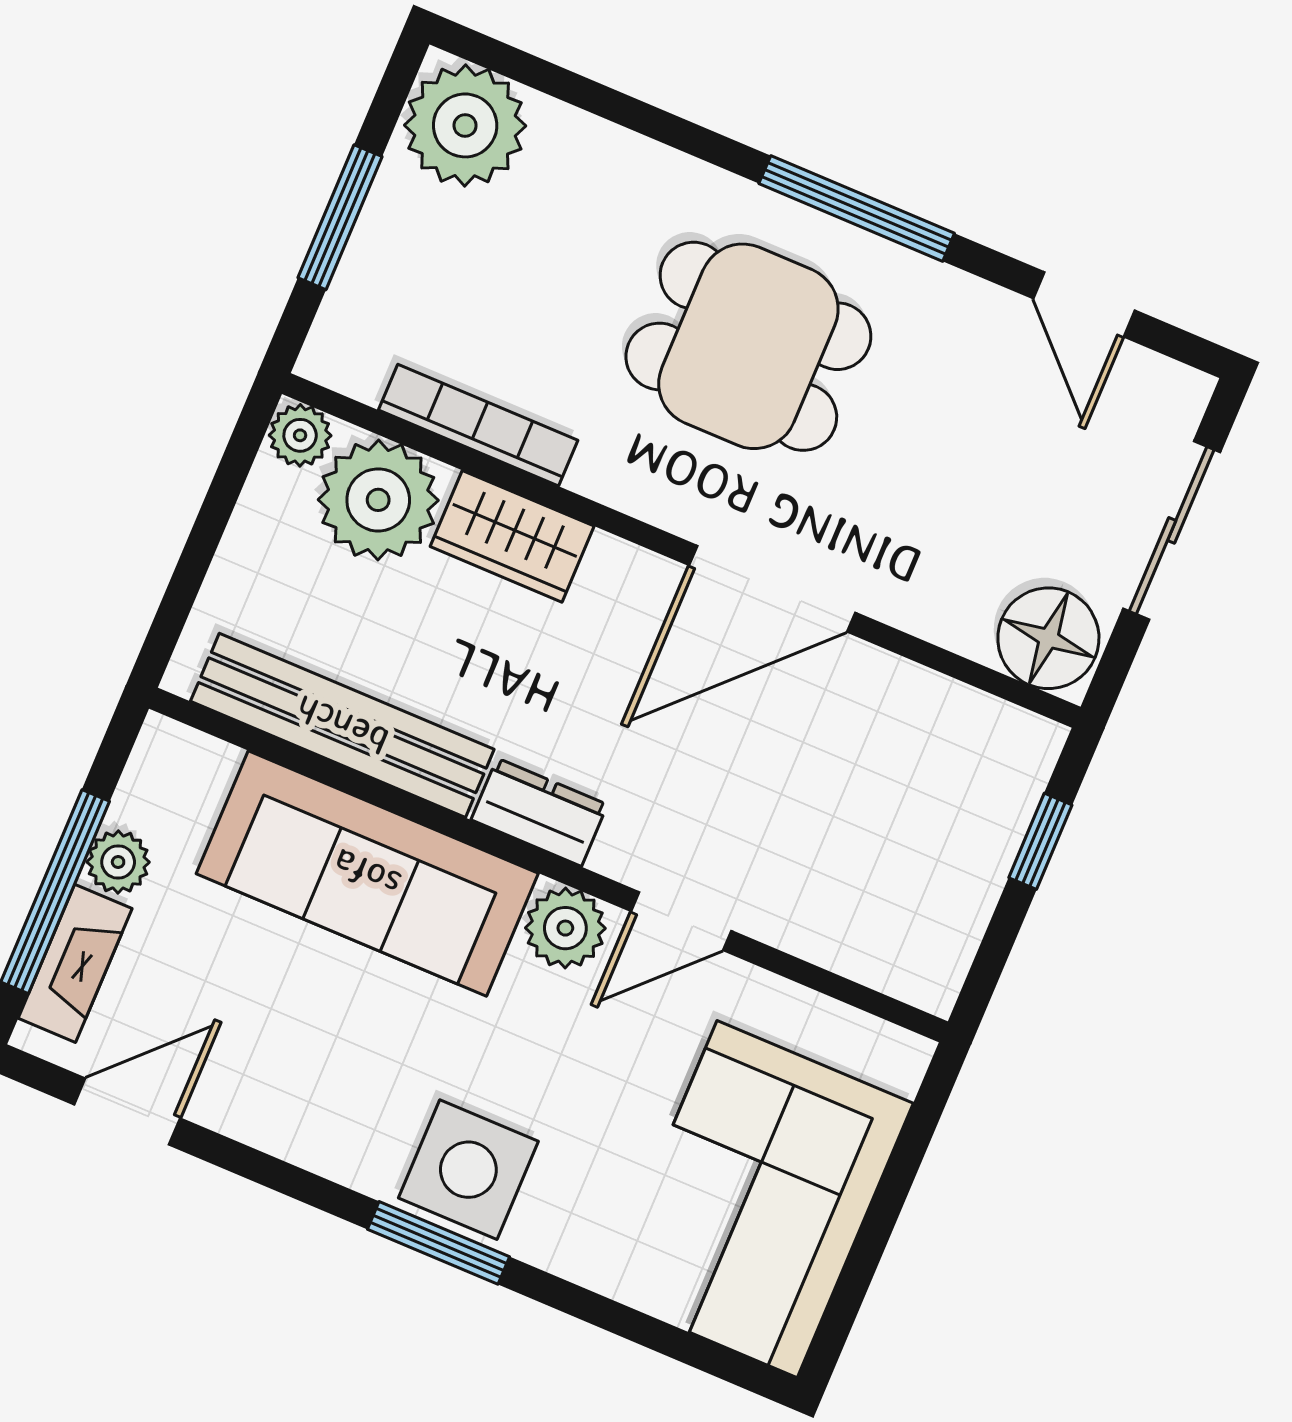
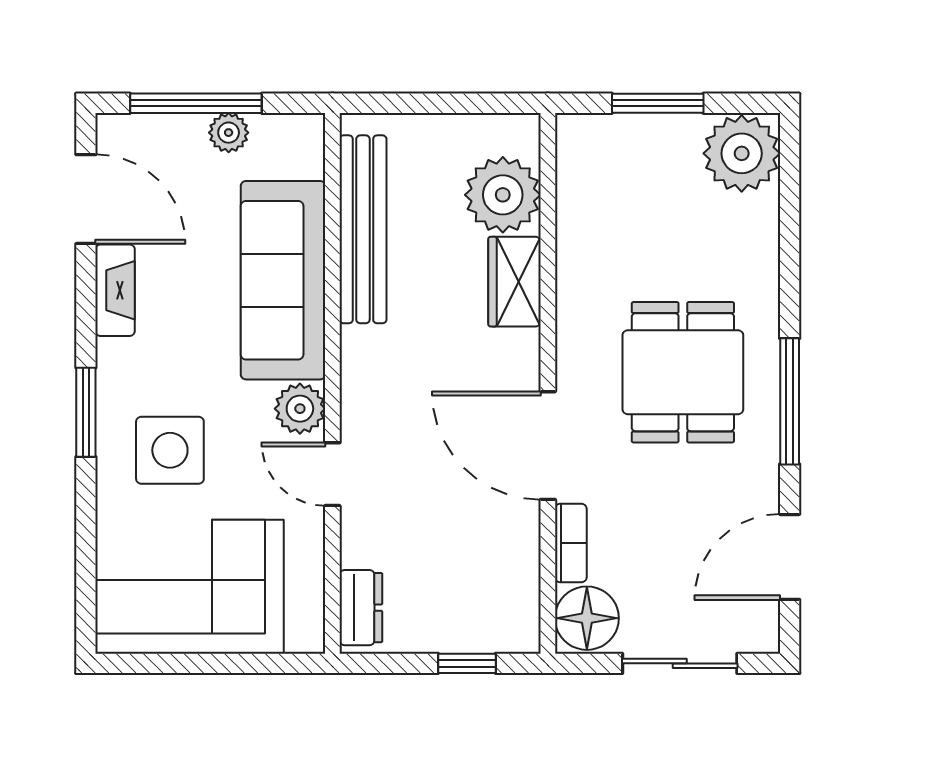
door: (1084, 304) -> (790, 557), width x1.38
bookcase: (478, 425) -> (571, 543), moved, width x0.64
plant: (300, 435) -> (521, 134), removed
dresser: (539, 812) -> (361, 608), moved
fireplace: (75, 963) -> (115, 290), moved, turned -90
door: (127, 1111) -> (86, 199), width x1.38
side table: (468, 1170) -> (170, 450), moved

